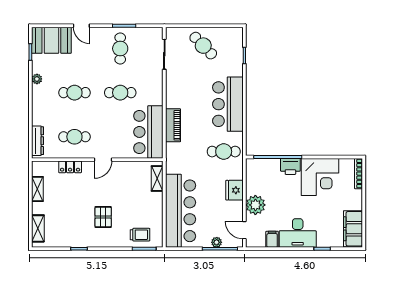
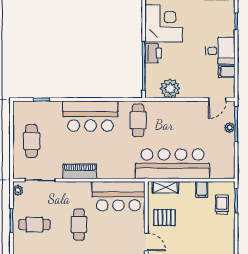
plant: (154, 32) -> (18, 190), added
cafe table: (203, 46) -> (31, 141), turned -46
piano: (173, 125) -> (80, 171), moved
fridge: (234, 190) -> (177, 110), removed
plant: (255, 205) -> (170, 88), moved
bar counter: (181, 211) -> (172, 164), moved
filing cabinet: (155, 215) -> (202, 189), added
pallet: (103, 217) -> (164, 218), moved
desk: (298, 233) -> (220, 51), width x0.73

